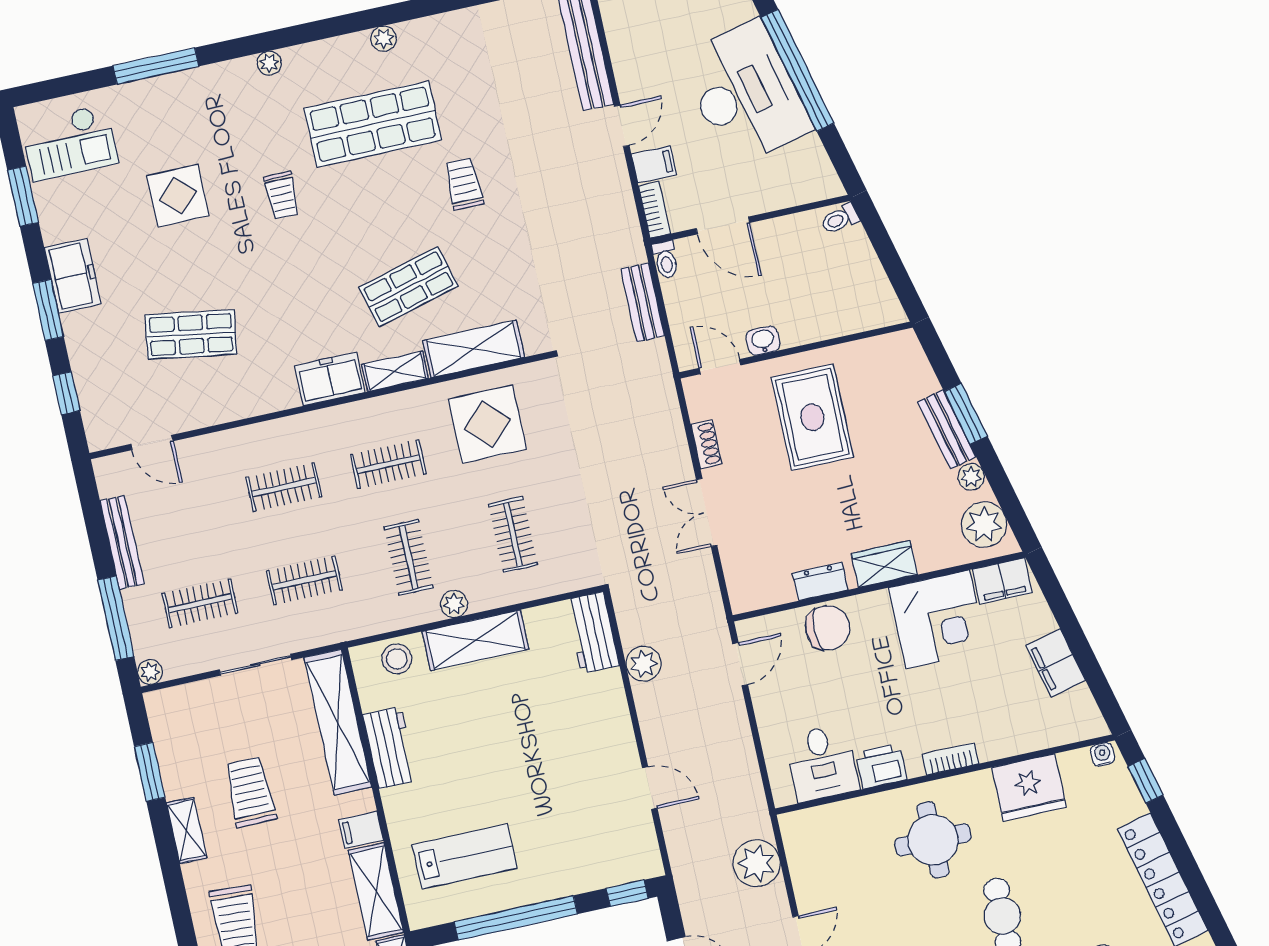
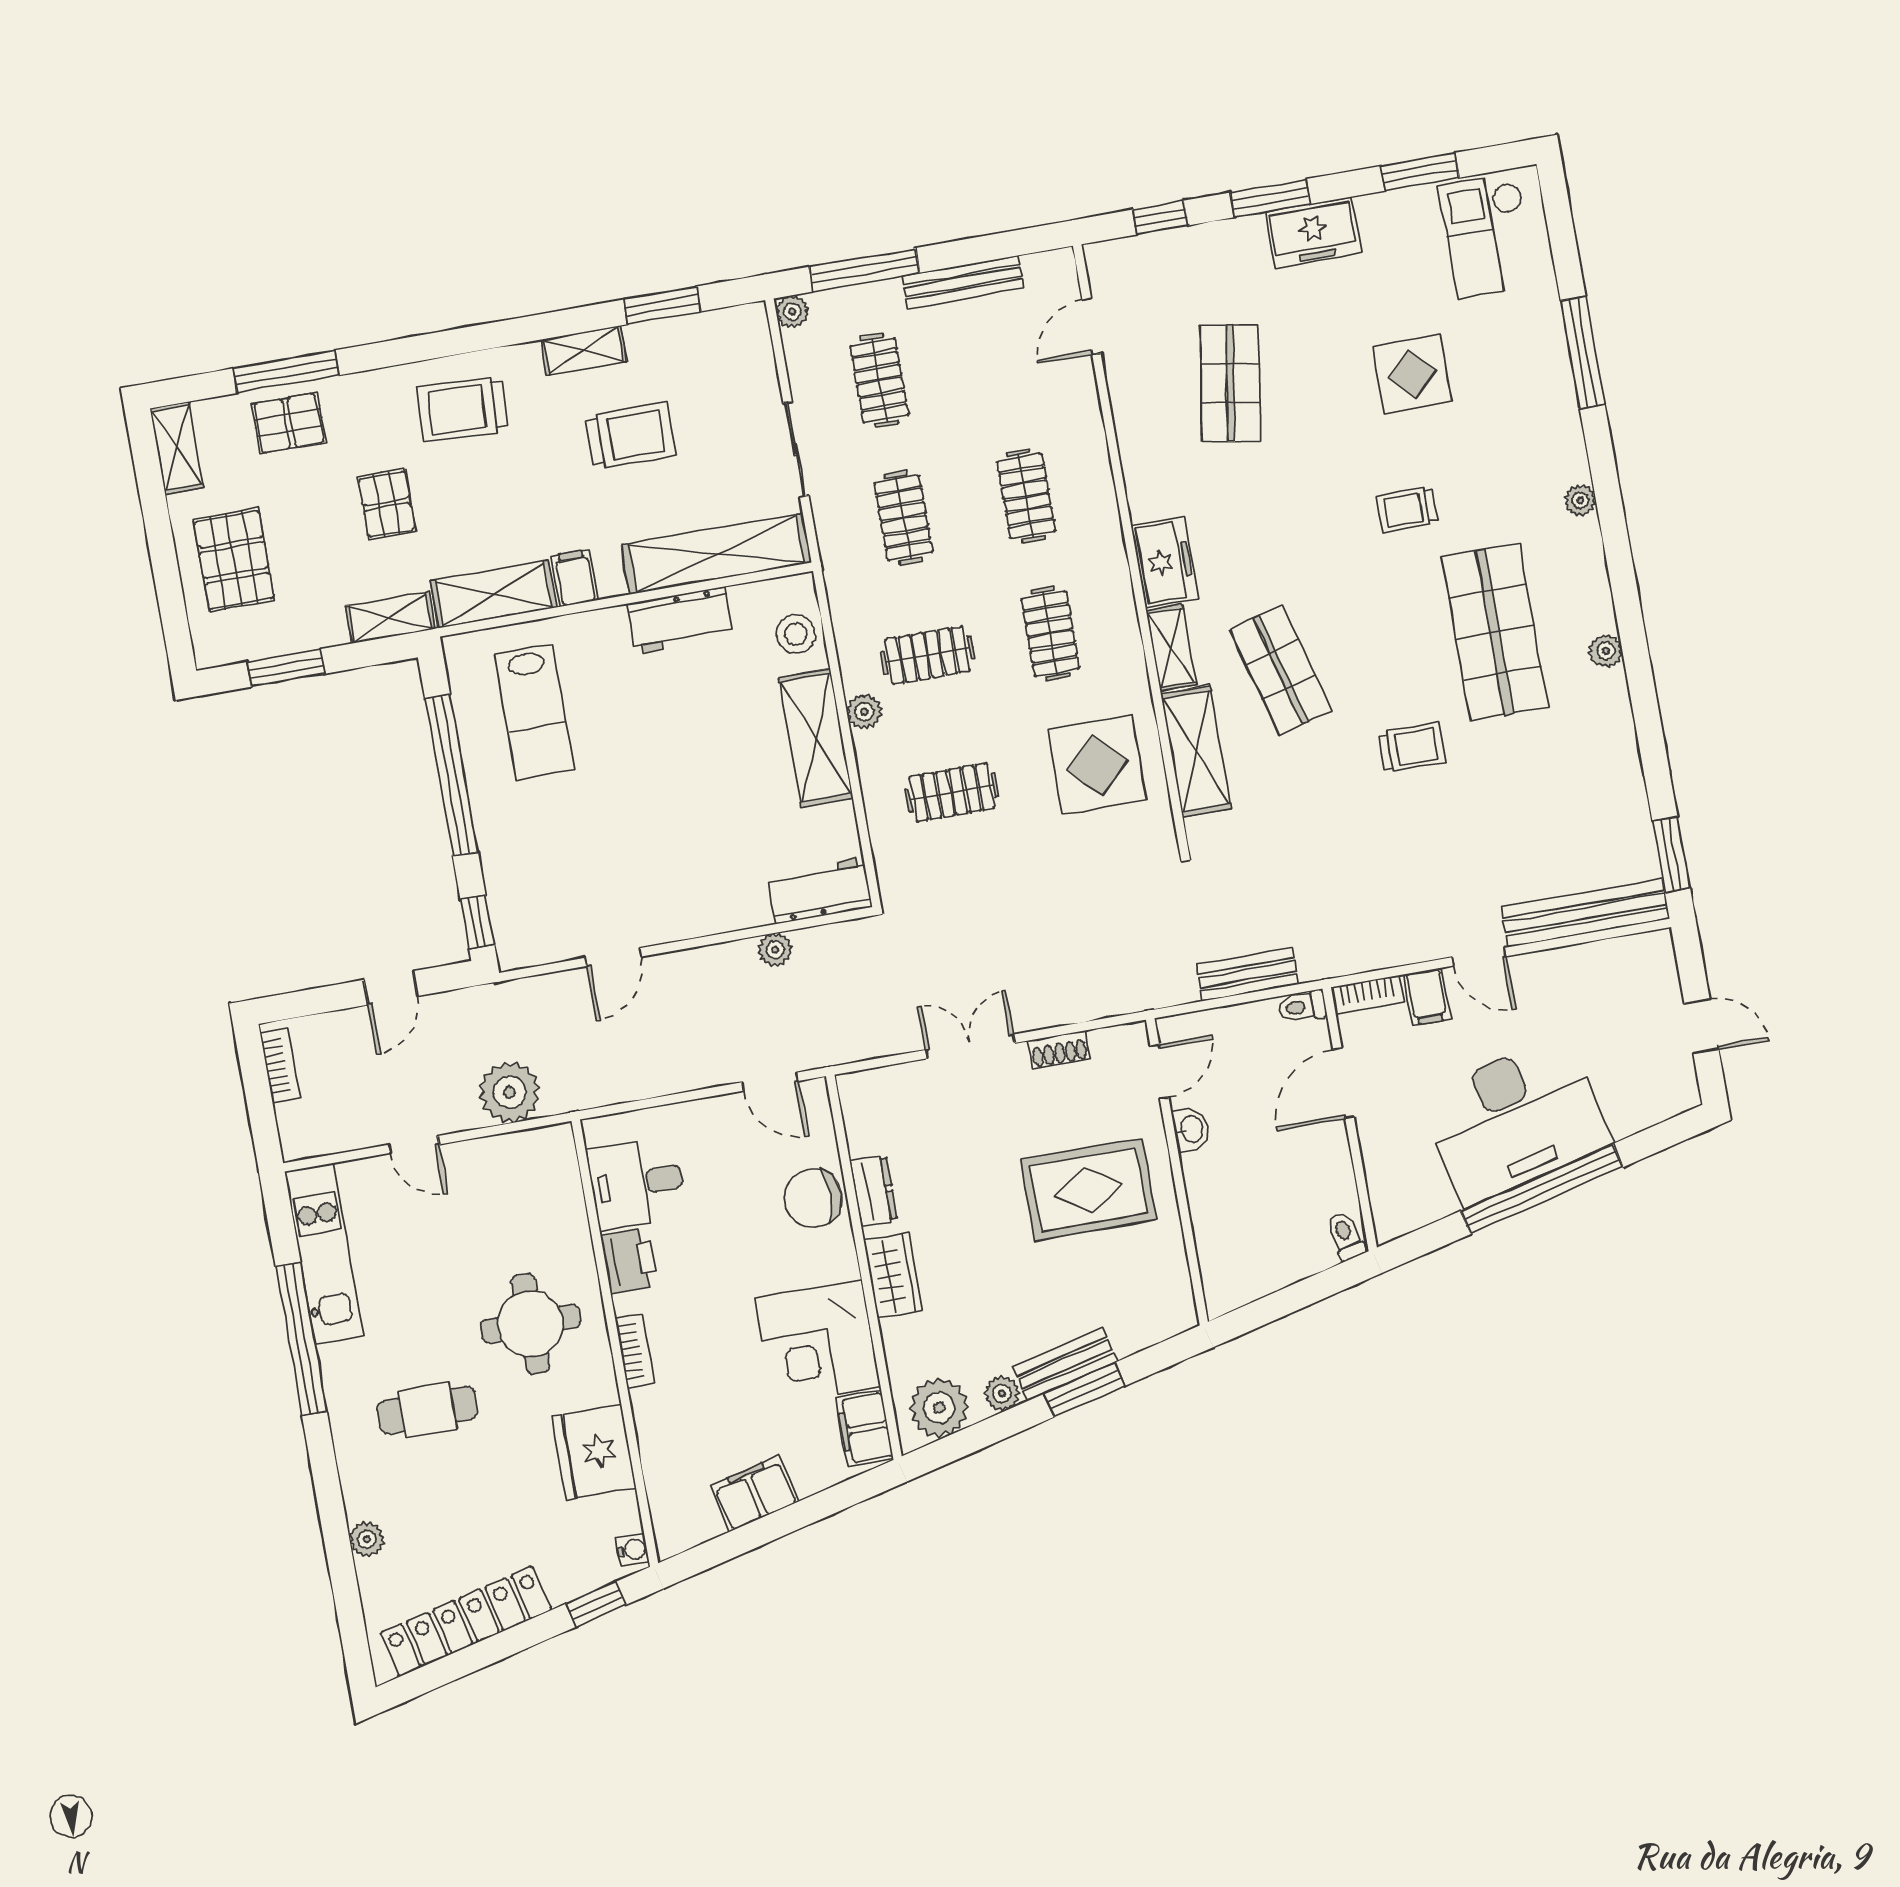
chair: (828, 628) -> (813, 1198), turned 90
plant: (644, 664) -> (775, 950), width x0.73, depth x0.73

